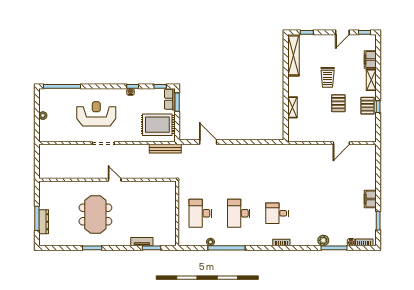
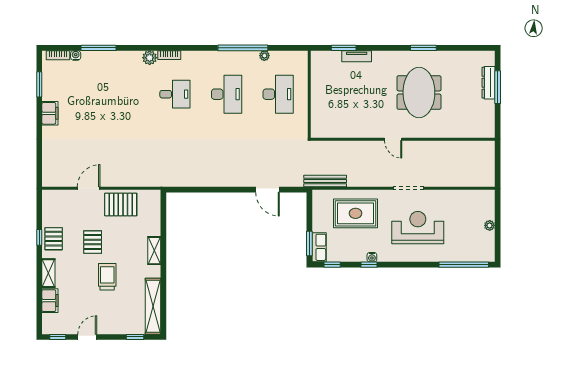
shelving: (292, 107) -> (154, 251), moved
reception desk: (96, 114) -> (418, 228), turned 180
rug: (157, 125) -> (356, 213), moved
pallet: (318, 131) -> (121, 204), added
plant: (323, 240) -> (150, 58), moved

